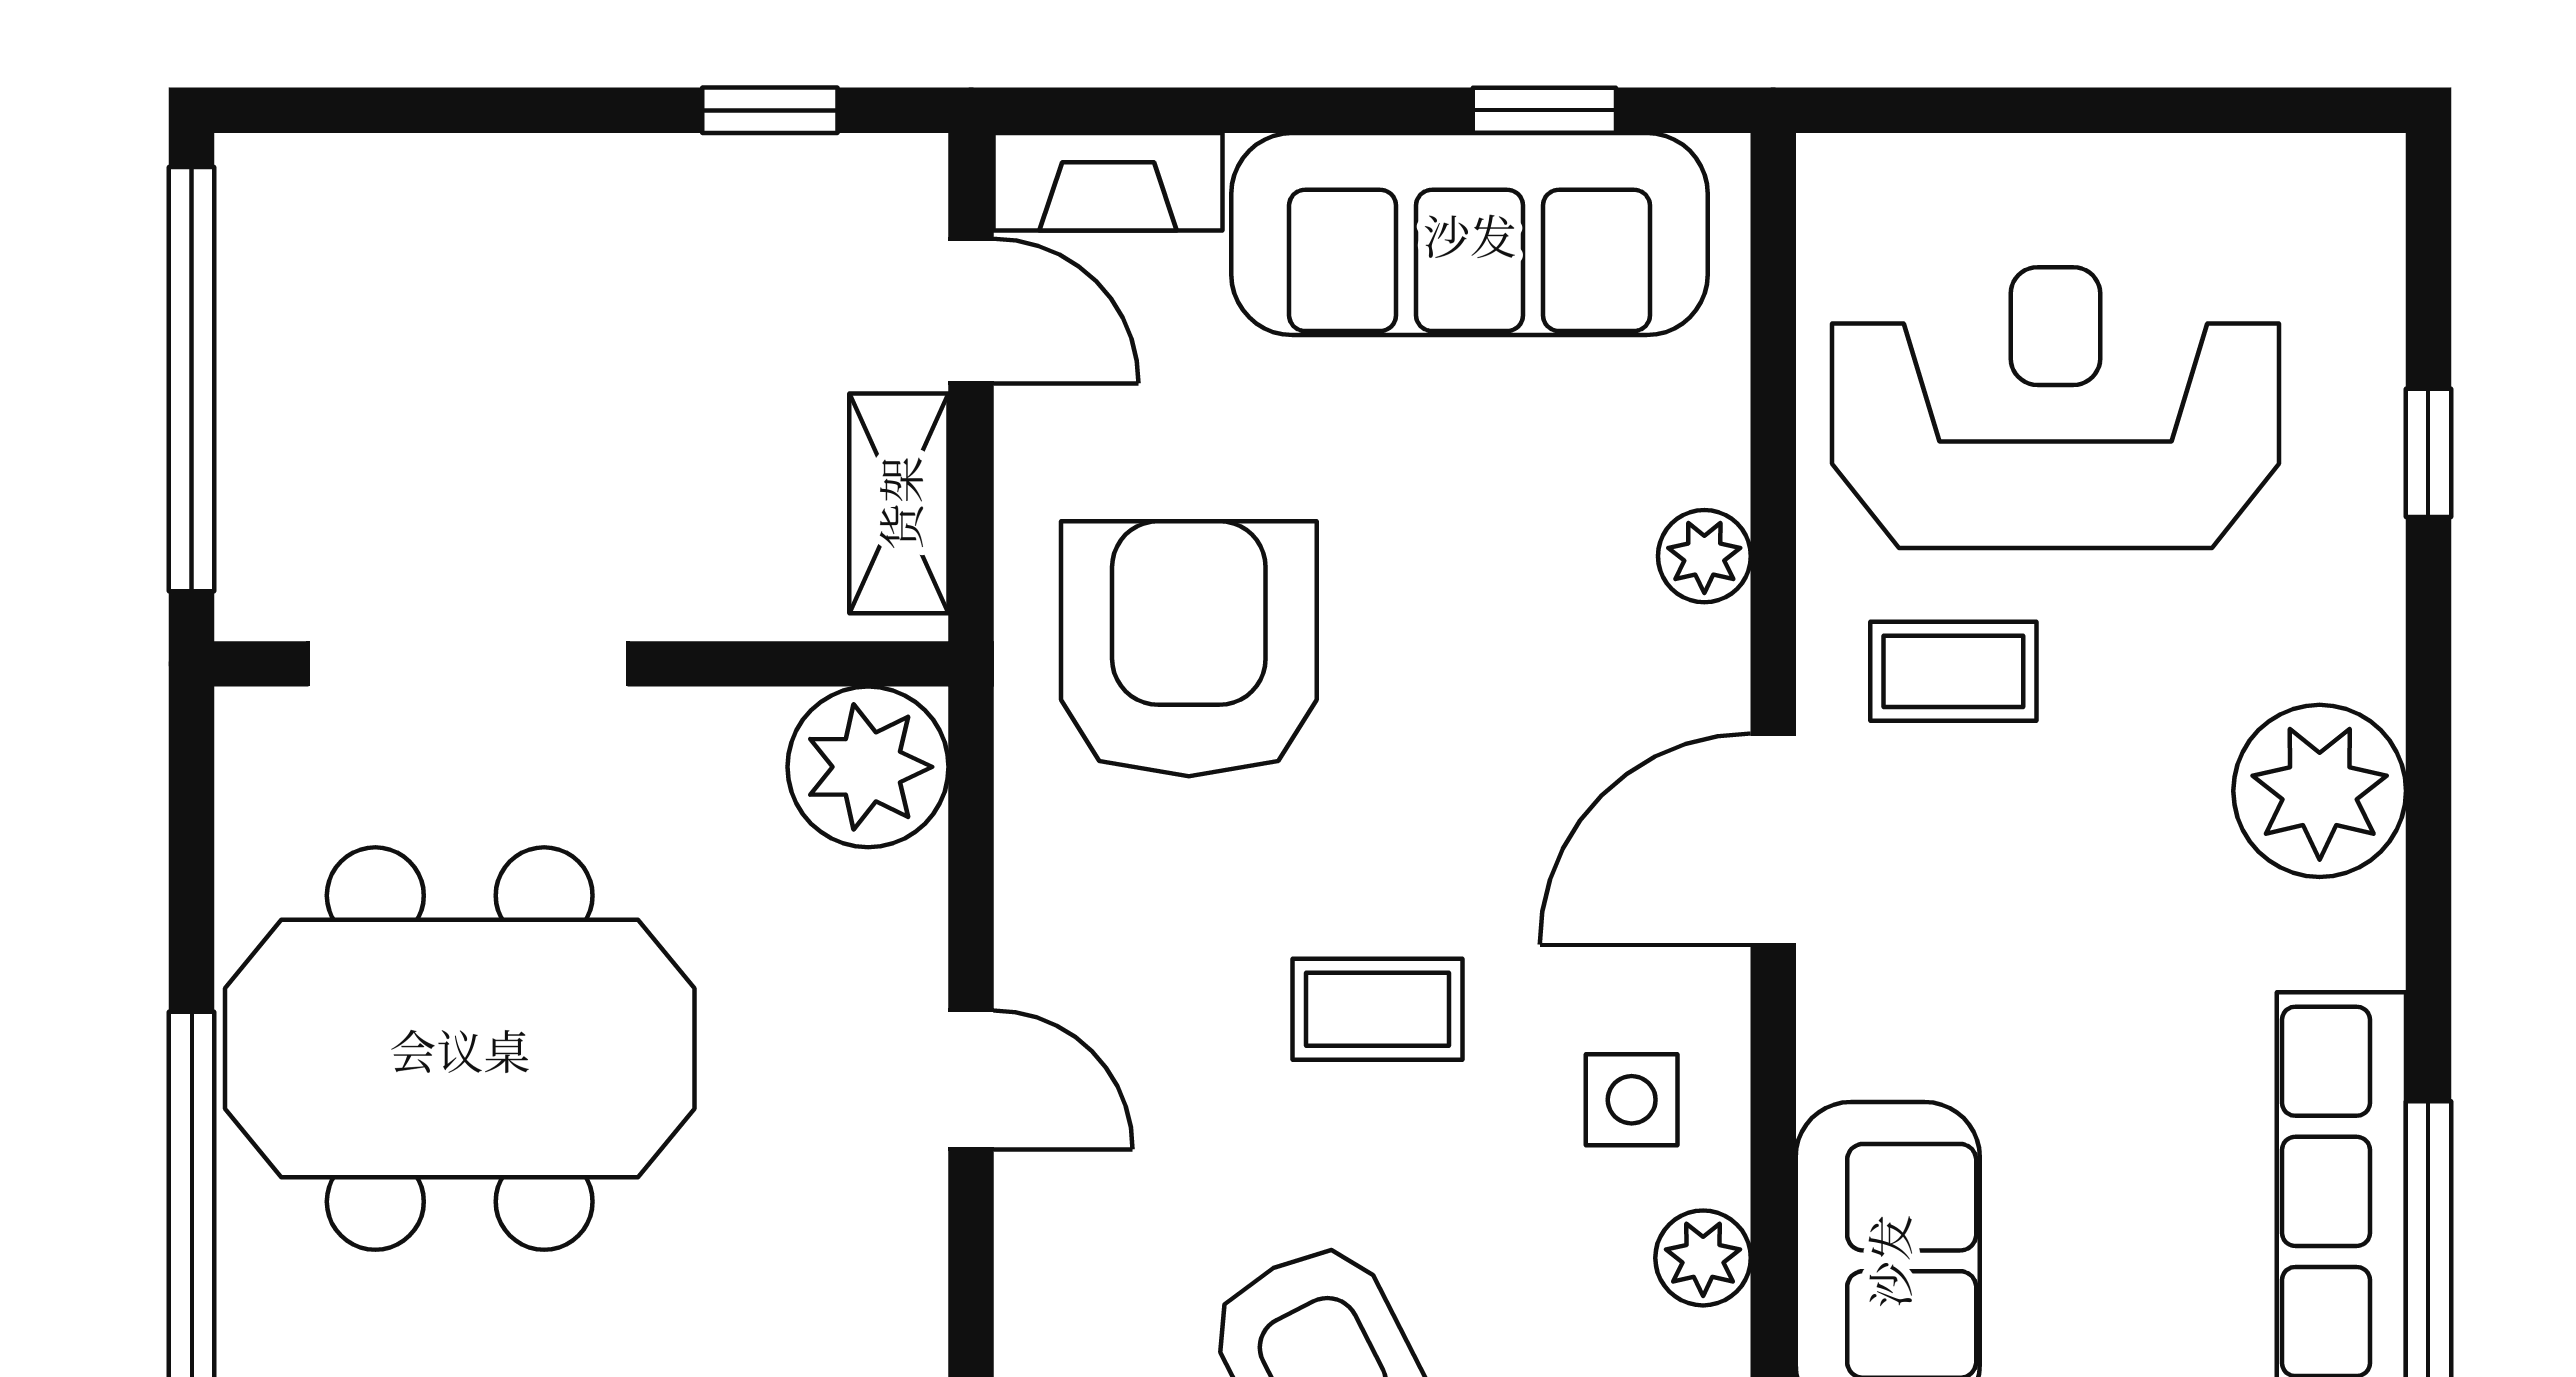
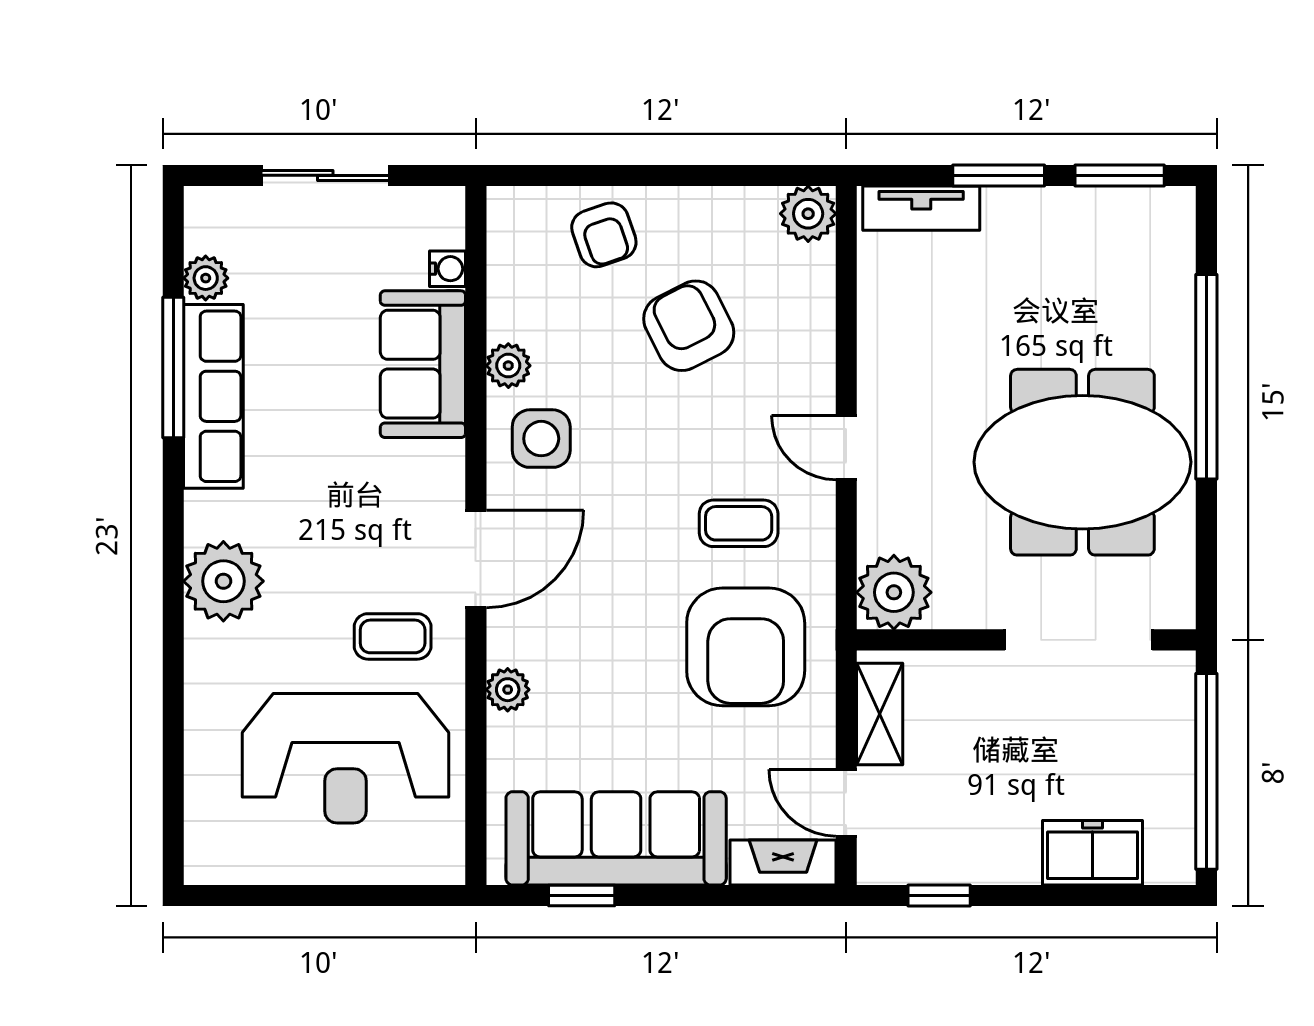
freezer: (438, 203) -> (1092, 853), added
window: (2428, 453) -> (173, 737), removed
coffee table: (1378, 1009) -> (739, 523), moved
side table: (1632, 1100) -> (541, 439), width x1.37, depth x1.37

